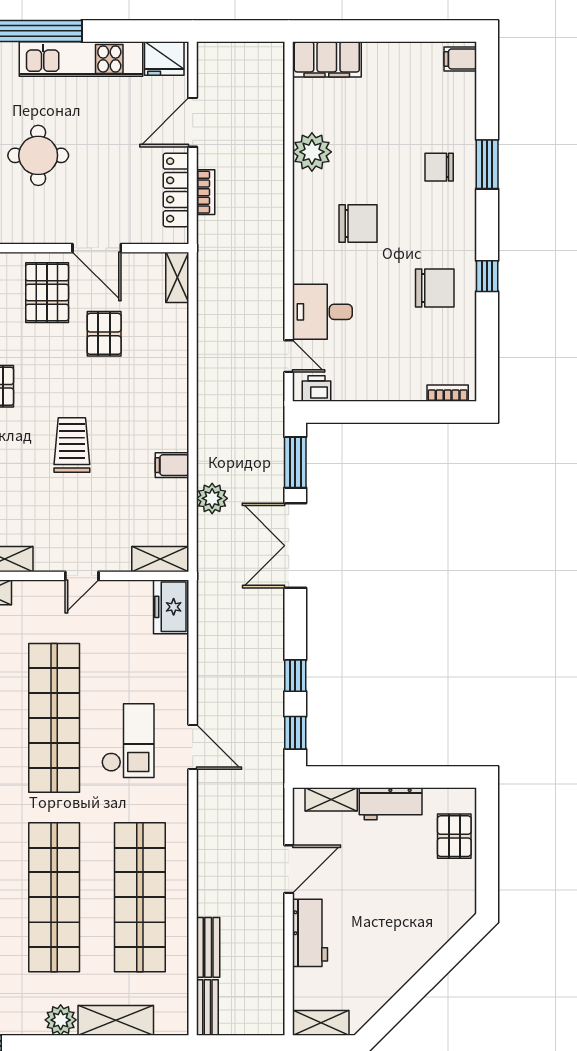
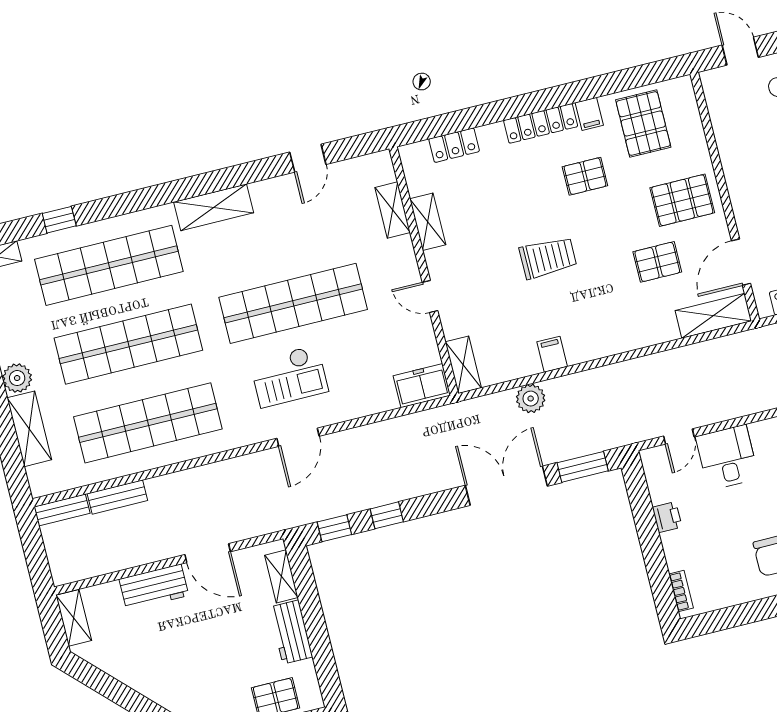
door: (97, 248) -> (741, 262), moved
shelving: (177, 277) -> (713, 316), width x1.50, depth x1.33
printer: (317, 389) -> (667, 517), moved

